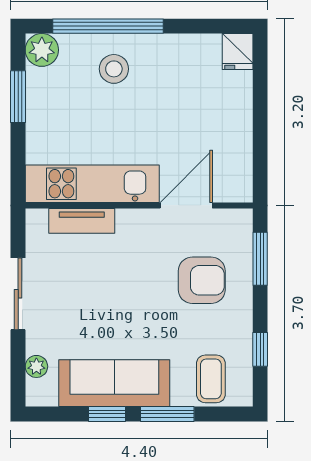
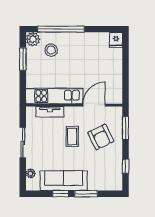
stool: (114, 69) -> (51, 50), moved
armchair: (202, 280) -> (101, 137), turned 64
coffee table: (211, 379) -> (72, 136), moved

